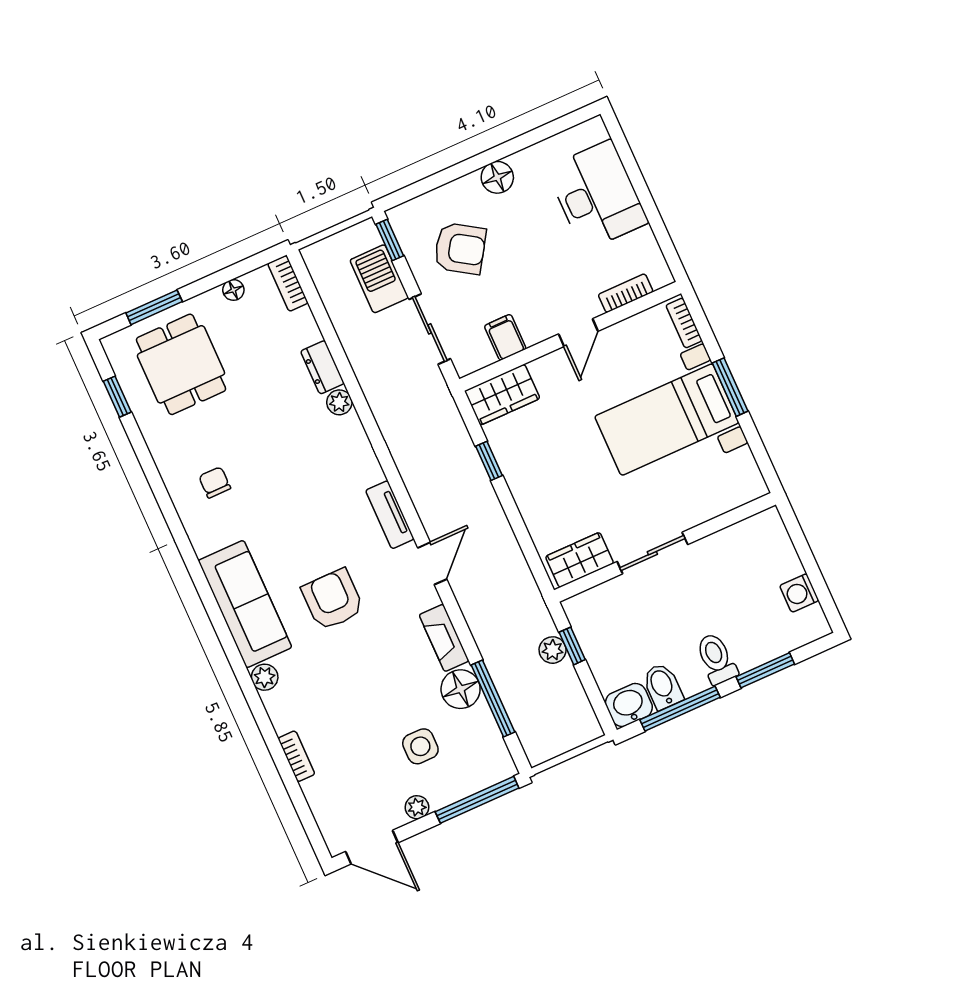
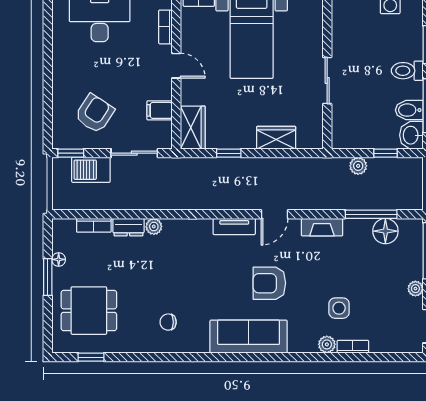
floor lamp: (497, 177) -> (62, 72), removed
bookcase: (288, 283) -> (94, 225), moved
window: (154, 307) -> (48, 277), moved
wardrobe: (580, 560) -> (276, 138), moved, turned 90
door: (432, 563) -> (274, 214), swing flipped
window: (572, 646) -> (385, 153), moved
plant: (265, 677) -> (327, 344), moved
floor lamp: (461, 689) -> (385, 231), moved
side table: (420, 746) -> (339, 308), moved

